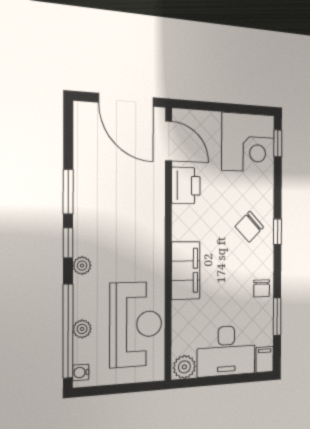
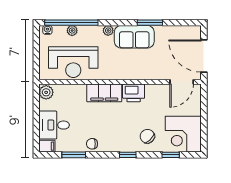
door: (126, 100) -> (204, 56), hinge flipped
window: (278, 143) -> (171, 155), moved
printer: (186, 185) -> (134, 93), moved
sofa: (93, 220) -> (134, 37), added
chair: (249, 227) -> (147, 136), moved
window: (68, 243) -> (121, 23), removed
desk: (226, 351) -> (54, 125), width x0.73

